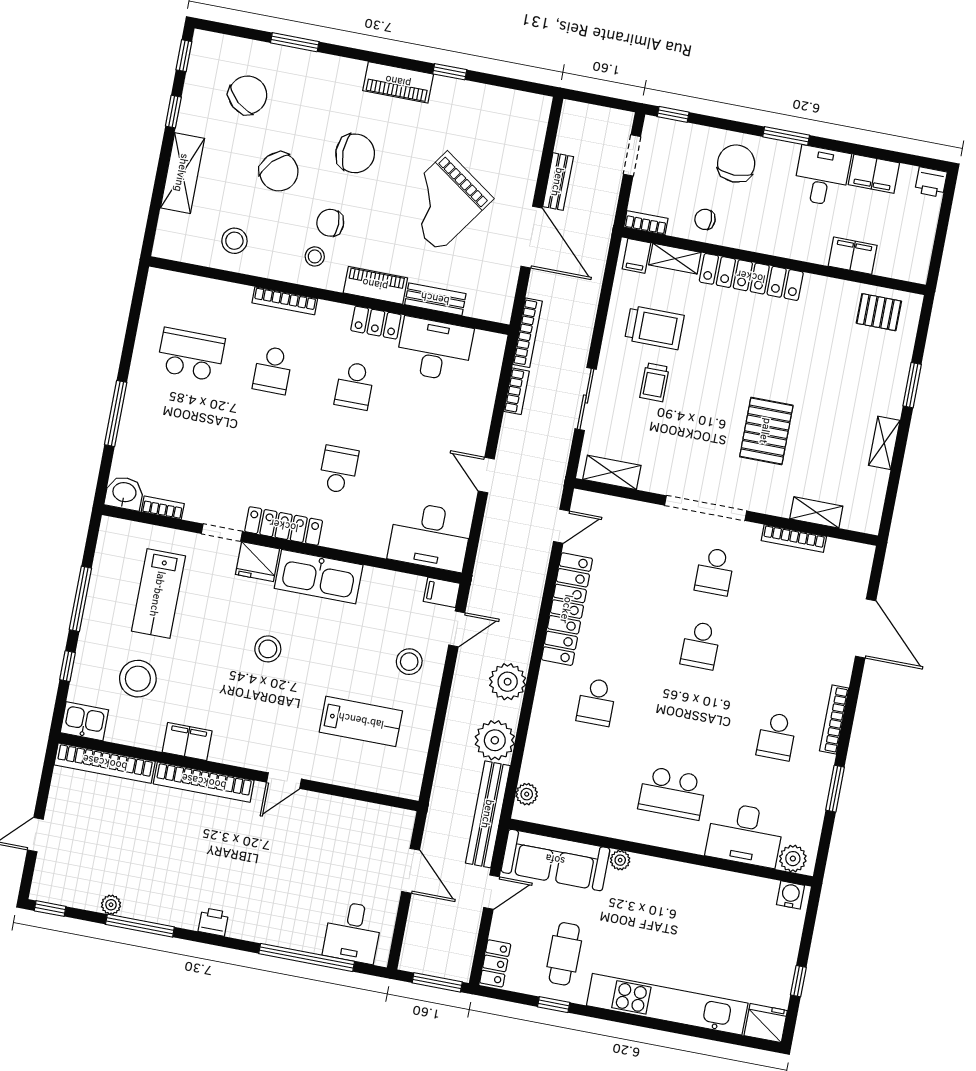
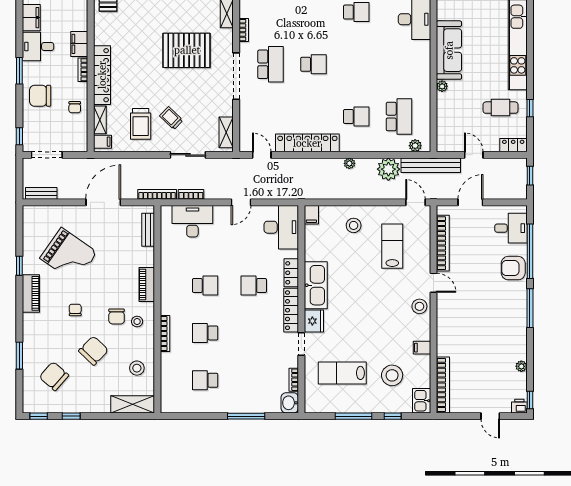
chair: (355, 153) -> (75, 310), width x0.54, depth x0.54
doorway: (632, 155) -> (47, 155), width x1.38
shelving: (182, 173) -> (133, 404), moved
bench: (558, 182) -> (41, 193), moved
grand piano: (443, 201) -> (69, 255), moved
bookcase: (646, 223) -> (83, 70), moved
filing cabinet: (853, 256) -> (79, 44), moved
bench: (435, 299) -> (148, 230), moved
locker: (376, 323) -> (291, 273), moved, turned 180
trolley: (654, 328) -> (141, 124), turned 180
desk: (434, 349) -> (192, 221), moved, turned 90
school desk: (191, 354) -> (205, 380), width x0.54
school desk: (273, 370) -> (205, 333), turned 180
trolley: (654, 382) -> (171, 118), turned -136
pallet: (766, 431) -> (187, 50), width x1.37, depth x1.41
bookcase: (794, 538) -> (244, 30), width x0.64
school desk: (715, 571) -> (271, 64), width x1.85
lab bench: (158, 594) -> (342, 373), turned 180
door: (457, 629) -> (415, 202), moved
stool: (268, 649) -> (419, 306), moved
plant: (508, 682) -> (349, 163), width x0.53, depth x0.53
filing cabinet: (187, 741) -> (422, 348), width x0.50
bookcase: (204, 782) -> (443, 243), moved
school desk: (672, 793) -> (399, 117), moved
sofa: (555, 860) -> (449, 50), moved
printer: (213, 922) -> (519, 406), moved, turned 90
armchair: (283, 923) -> (513, 268), added
window: (140, 926) -> (530, 308), moved
window: (437, 982) -> (530, 176), width x0.67

